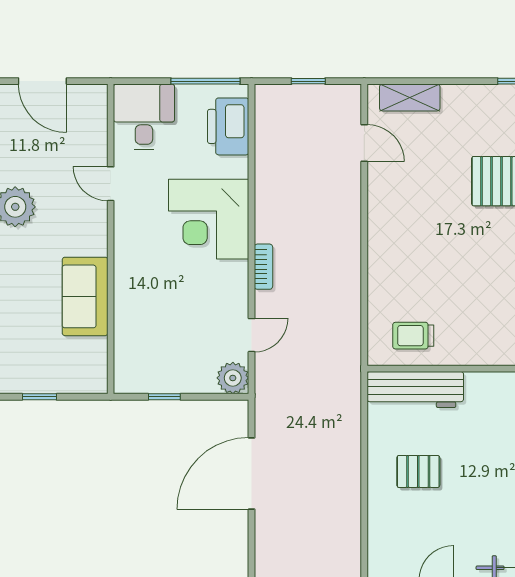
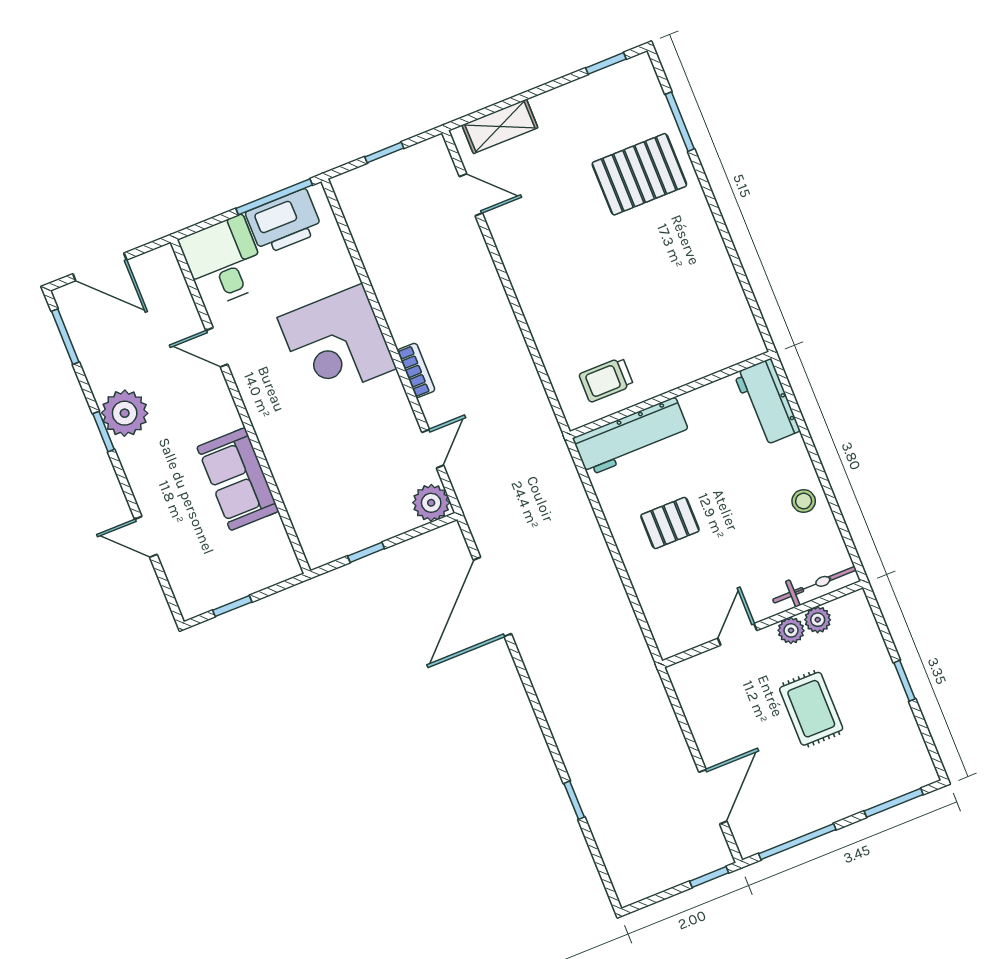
printer: (228, 126) -> (284, 222), moved, turned -90

